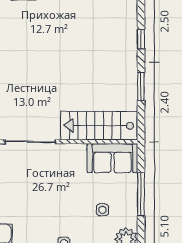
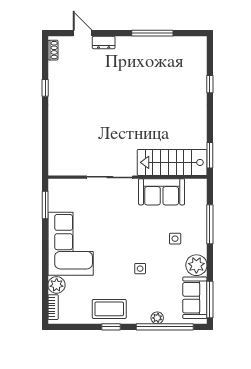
window: (141, 86) -> (210, 155), moved
sofa: (112, 158) -> (162, 192), moved

